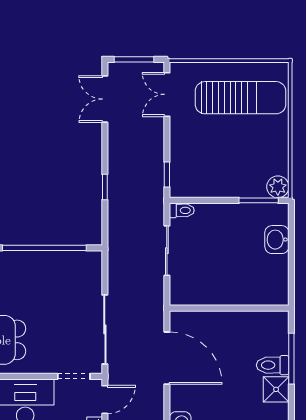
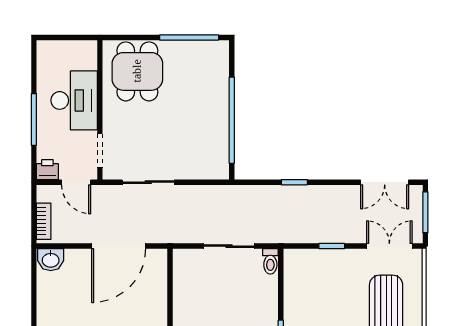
double door: (105, 99) -> (385, 182), swing flipped
window: (167, 175) -> (332, 246), moved
sliding door: (105, 329) -> (148, 182), width x0.73

